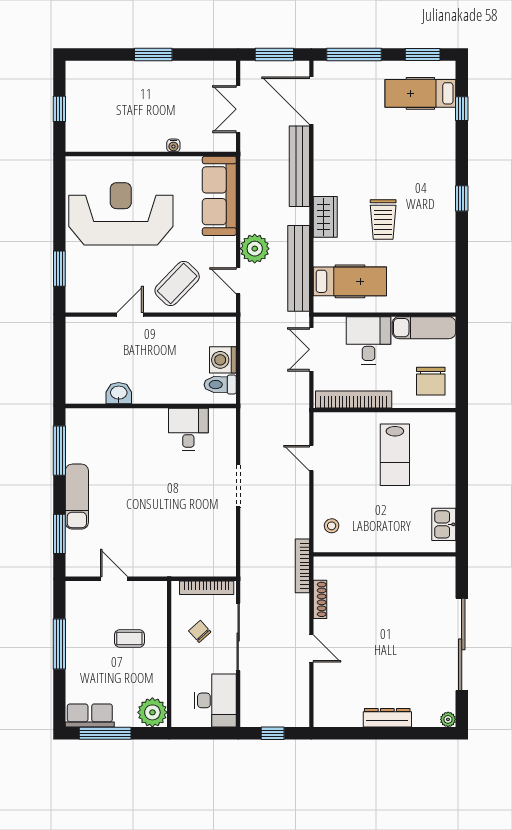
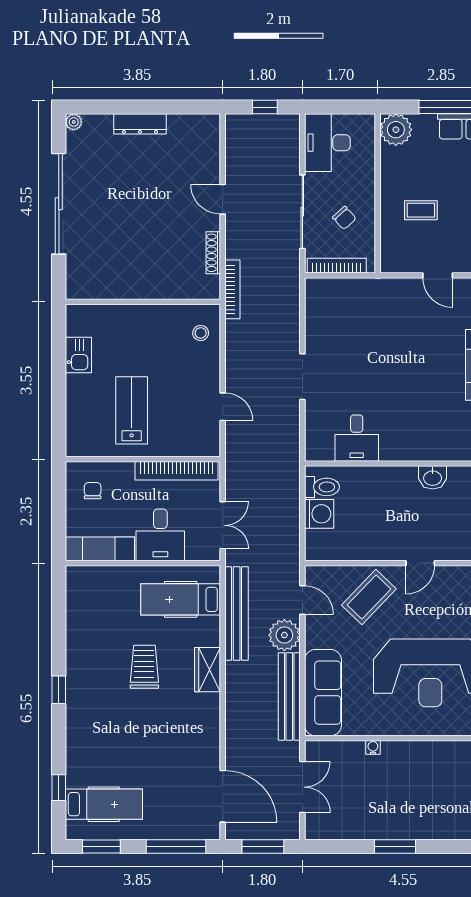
bench: (299, 166) -> (289, 697), moved
chair: (431, 381) -> (93, 491), width x0.54, depth x0.54
kitchen sink: (444, 524) -> (78, 355), moved

